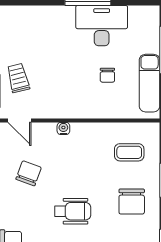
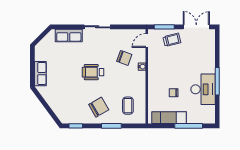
chair: (29, 173) -> (124, 58), moved
chair: (132, 202) -> (99, 107), turned 150
wheelchair: (73, 211) -> (93, 72), turned 90

